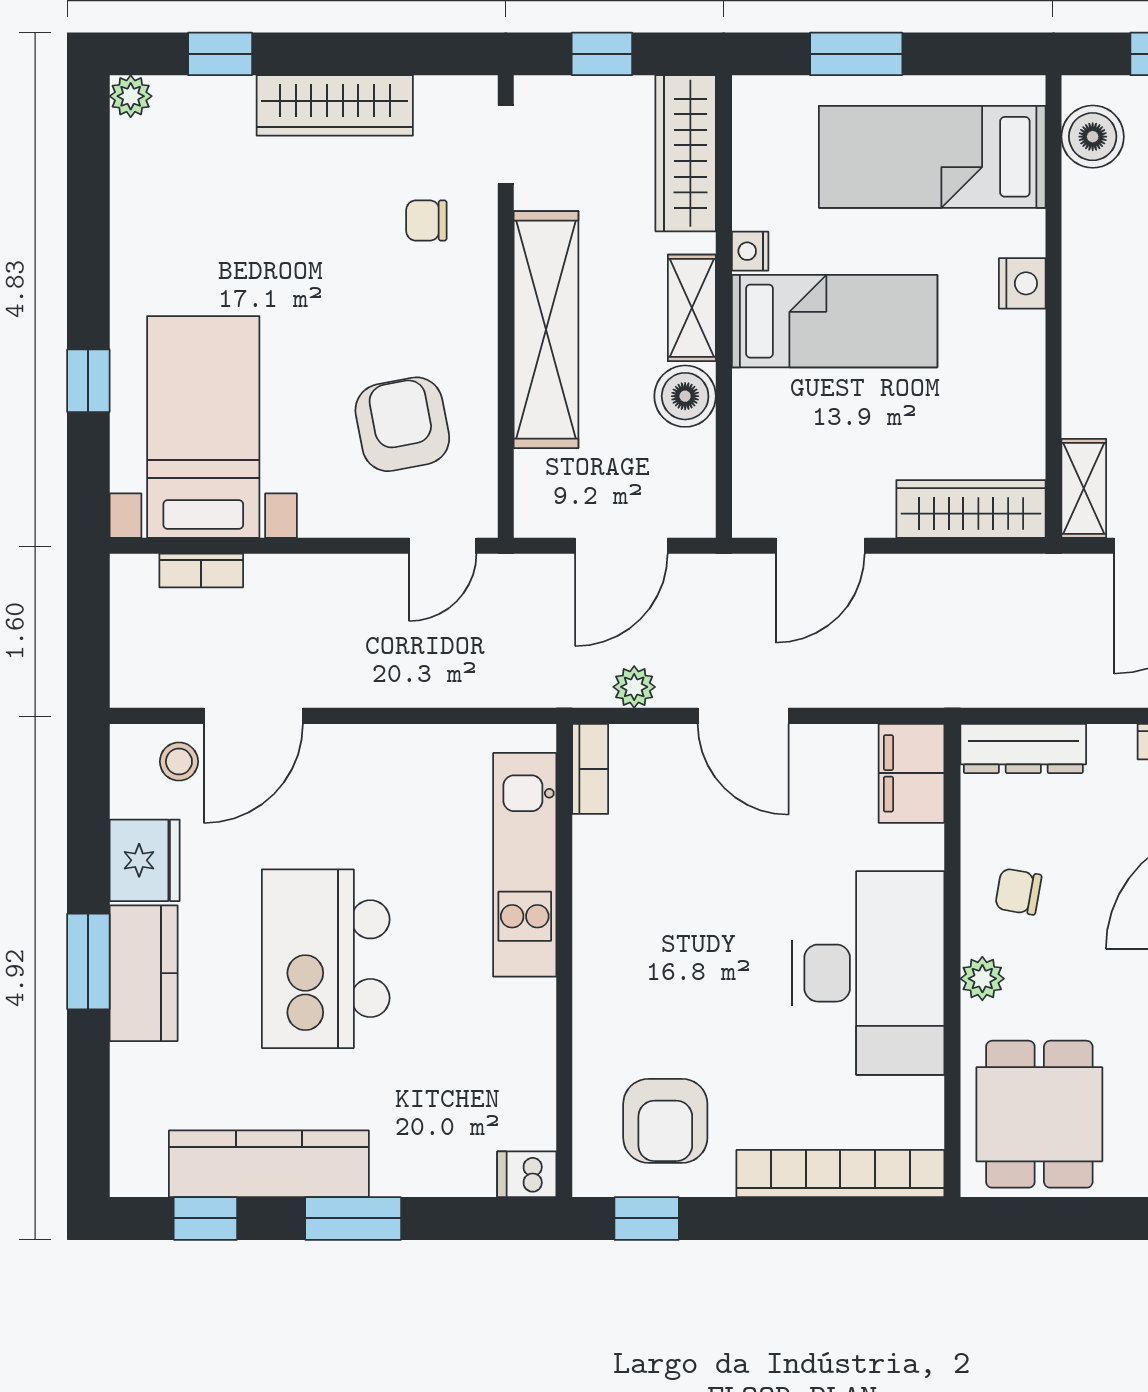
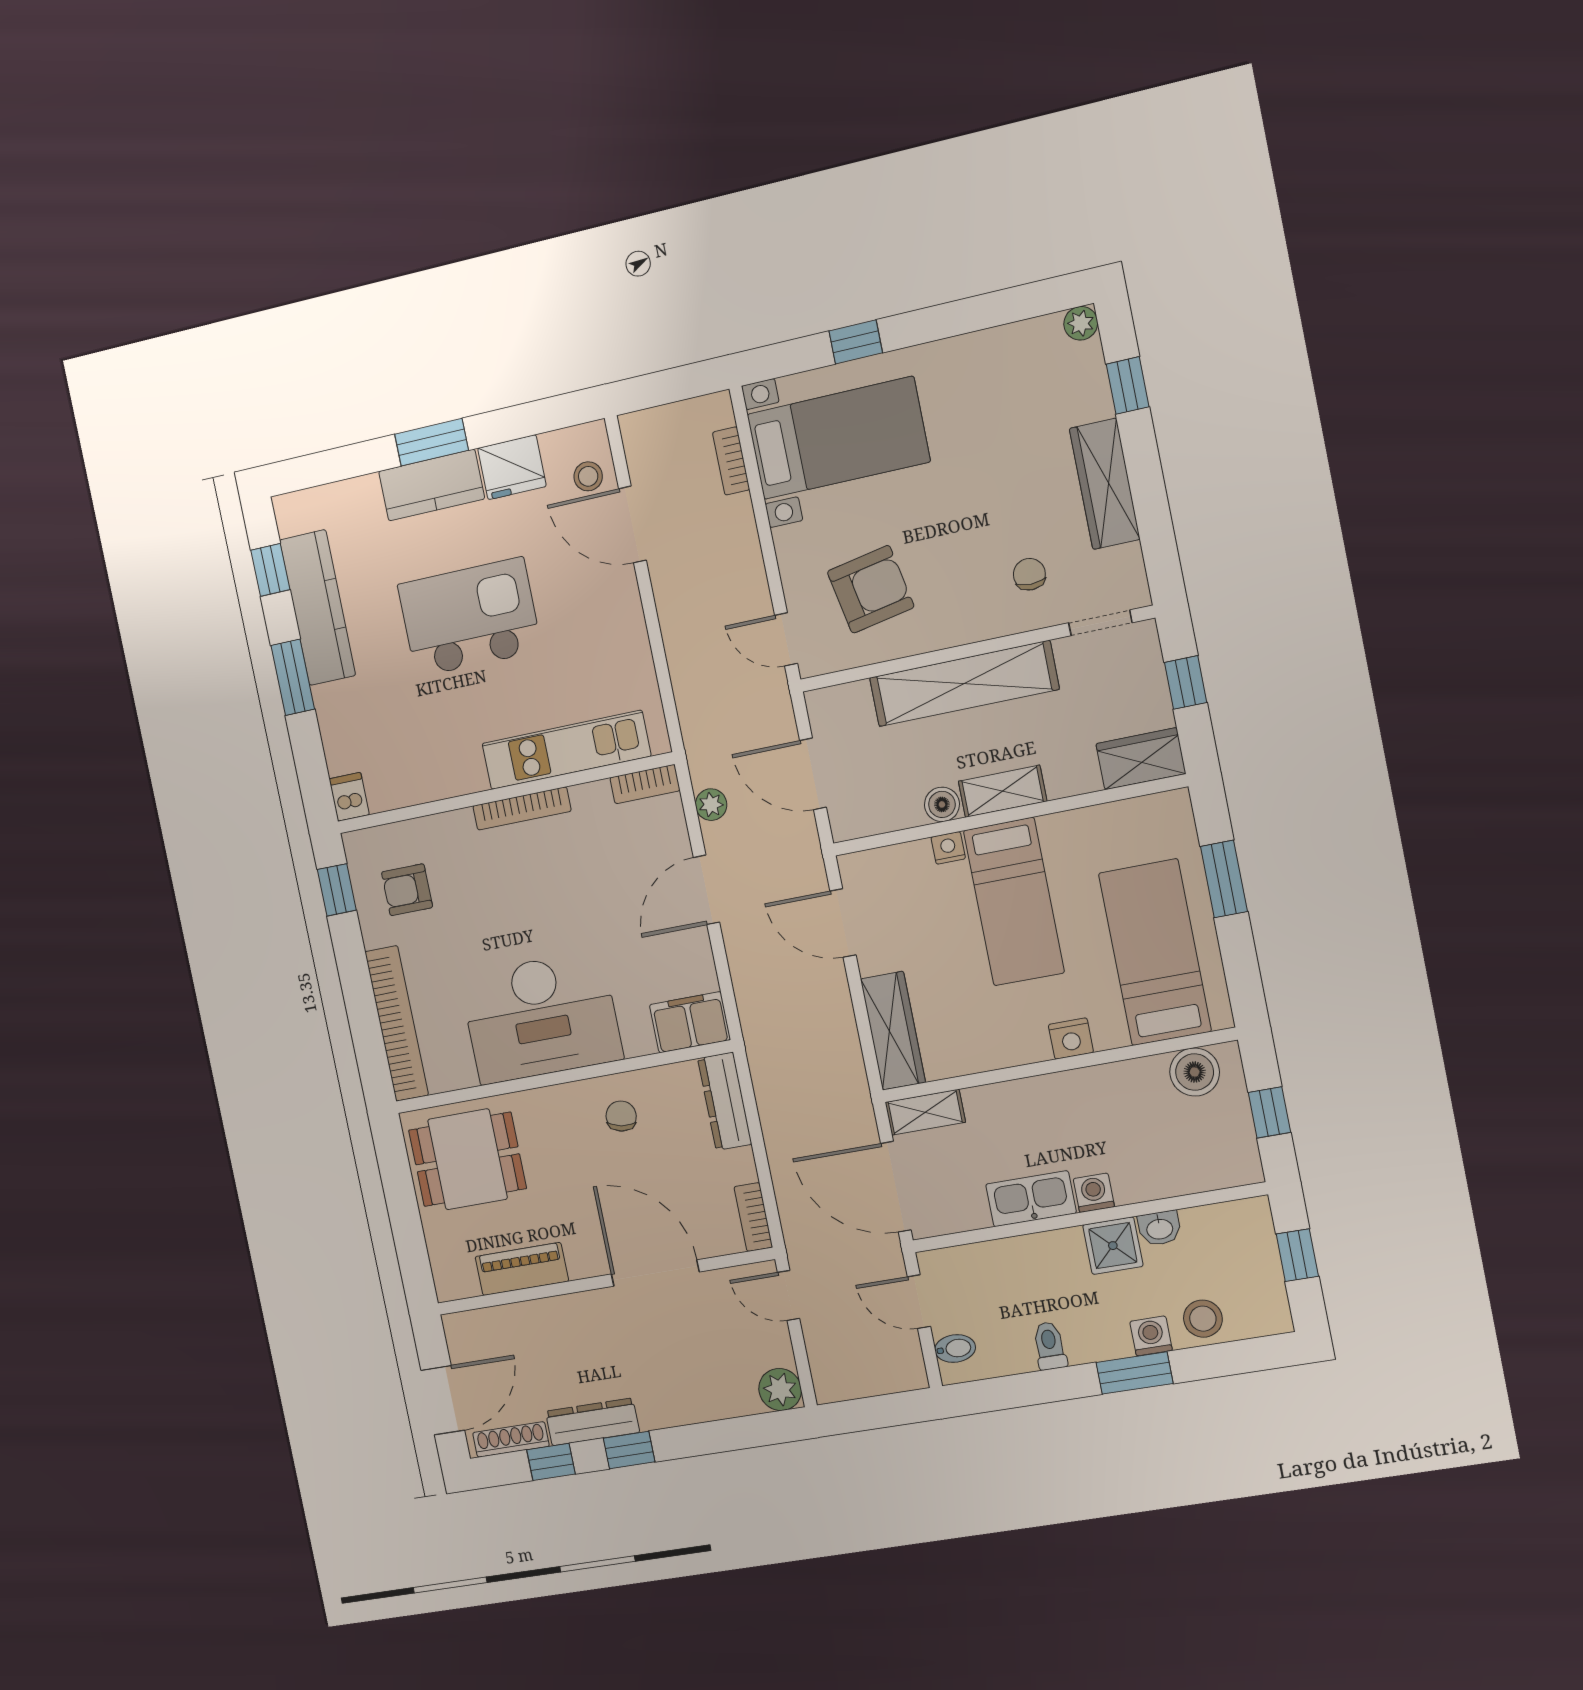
wardrobe: (686, 153) -> (1141, 759), width x0.67
nightstand: (750, 251) -> (948, 848), moved
boiler: (685, 396) -> (942, 804), width x0.73, depth x0.73
bookcase: (589, 941) -> (522, 808), added
plant: (982, 979) -> (554, 1101), removed
armchair: (665, 1121) -> (407, 890), width x0.72, depth x0.72

